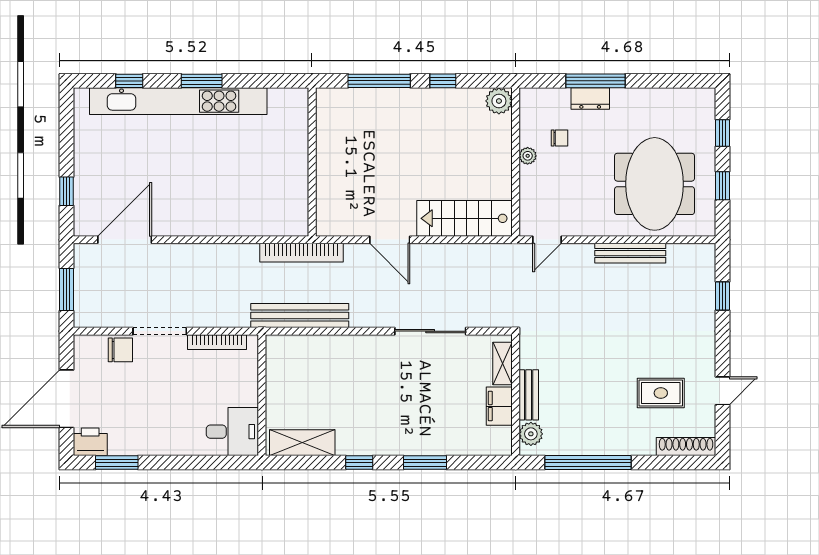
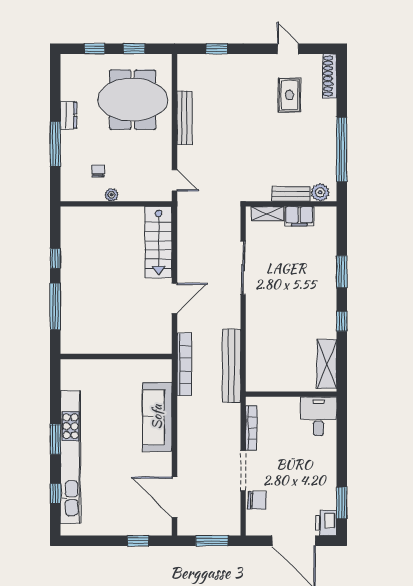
dresser: (590, 98) -> (69, 115), moved
plant: (499, 101) -> (70, 216), removed
sofa: (231, 217) -> (157, 417), added
chair: (120, 350) -> (257, 500), turned 92

